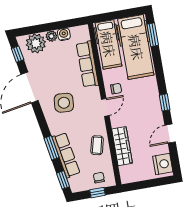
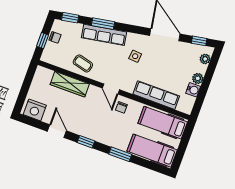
window: (153, 35) -> (120, 154), moved
plant: (36, 43) -> (205, 59), width x0.53, depth x0.53
hospital bed: (136, 47) -> (152, 151), width x0.73, depth x0.78
side table: (64, 103) -> (135, 56), width x0.54, depth x0.54
row of seats: (66, 155) -> (104, 35), moved
chair: (99, 178) -> (55, 37), moved

